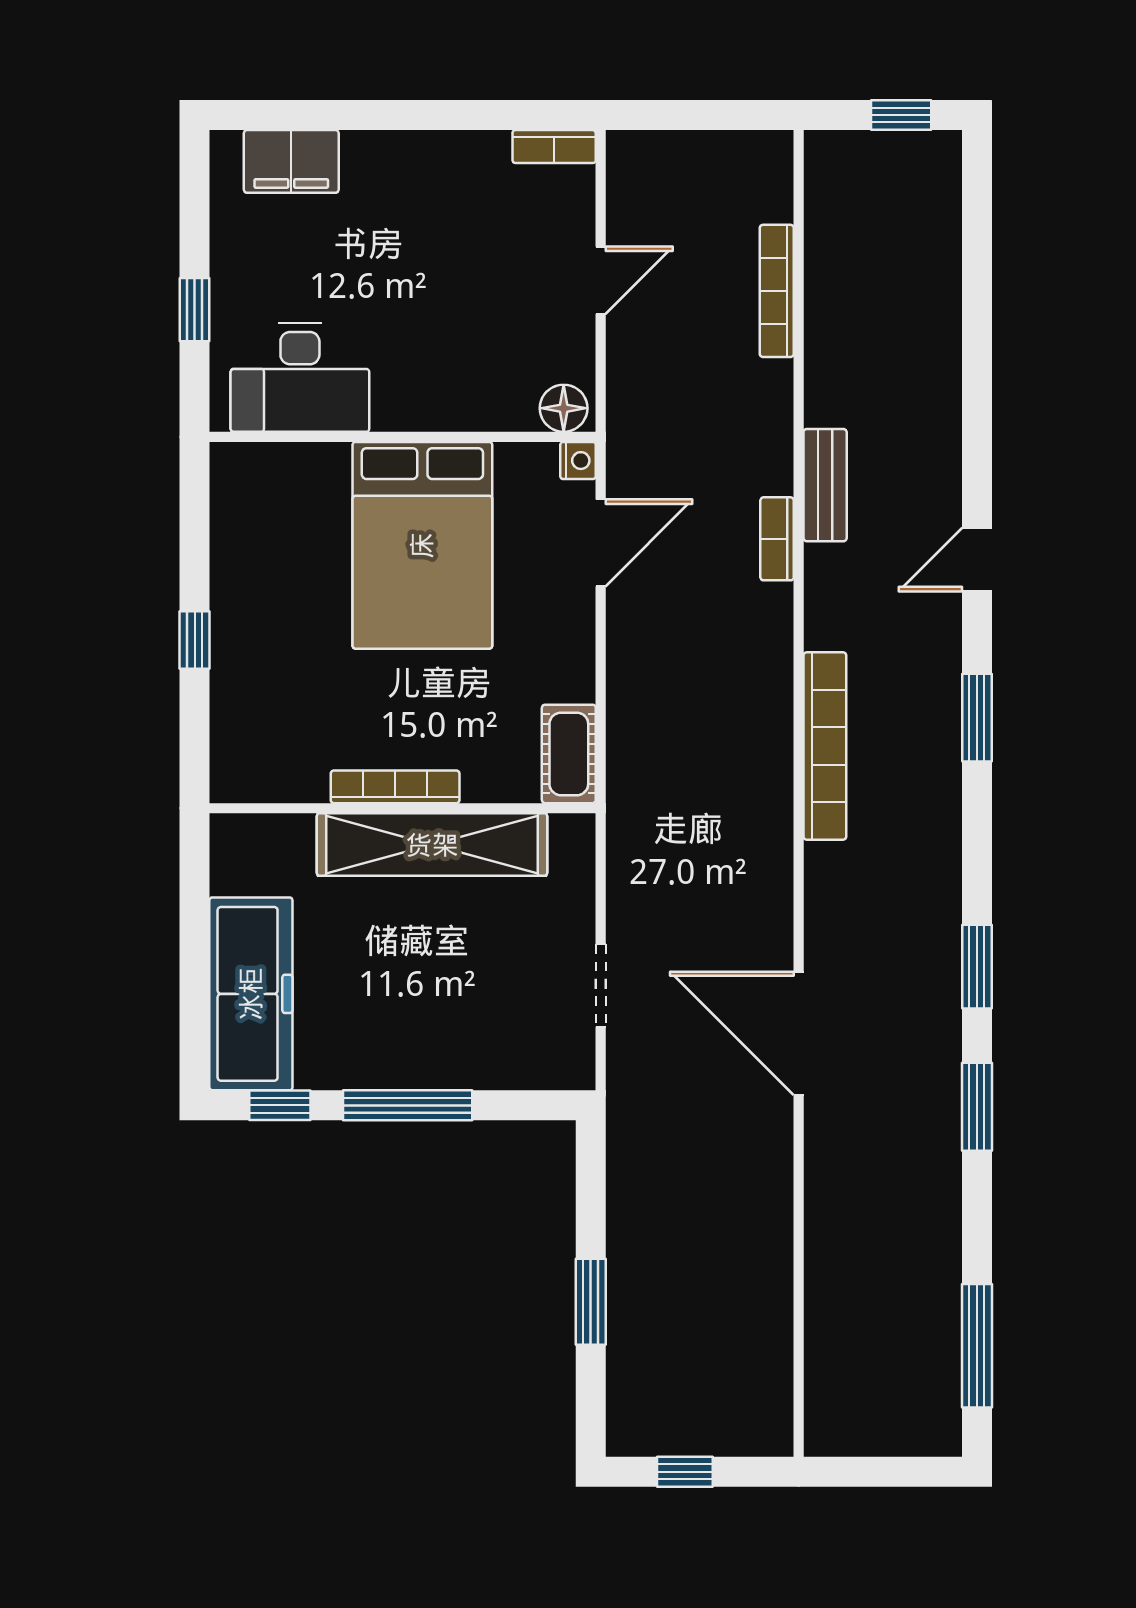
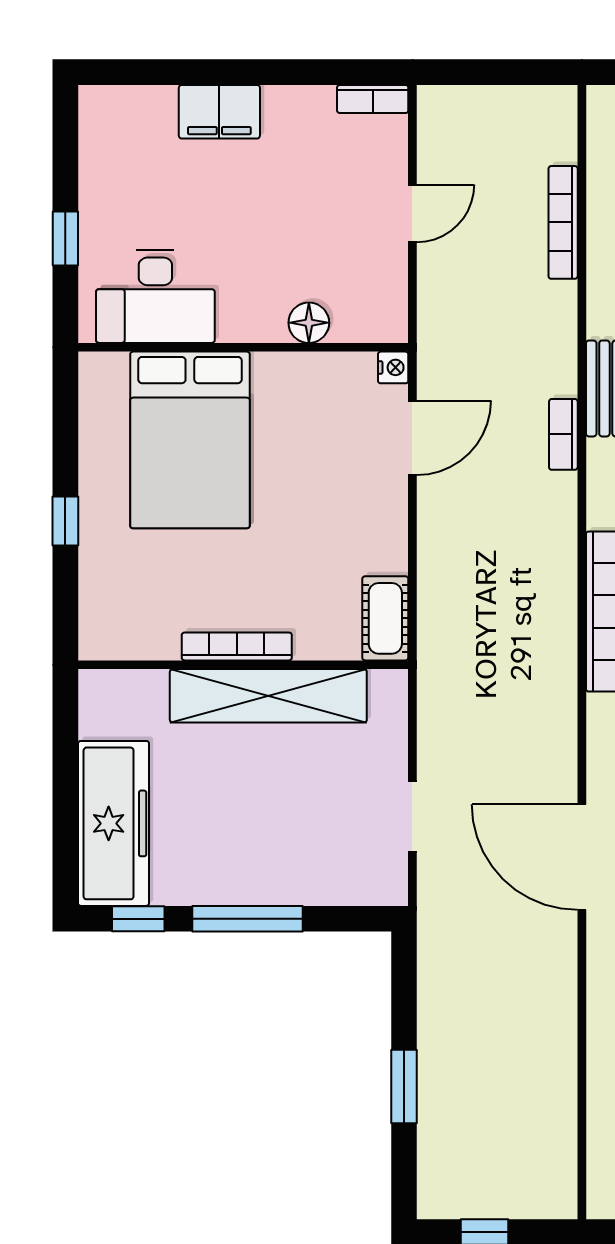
filing cabinet: (291, 161) -> (219, 112), moved
floor lamp: (564, 408) -> (309, 323), moved
bed: (422, 545) -> (190, 440), moved

